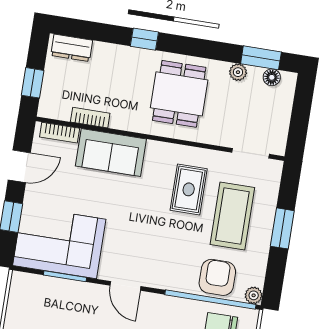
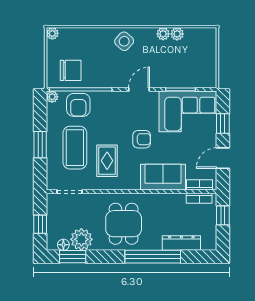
window: (144, 39) -> (153, 257), width x3.17
dresser: (72, 48) -> (181, 243), moved, width x1.44
plant: (238, 72) -> (81, 239), width x1.88, depth x1.88
window: (301, 112) -> (40, 224), added
bookcase: (90, 118) -> (199, 198), moved
armchair: (133, 213) -> (142, 139), added
door: (125, 286) -> (139, 89), hinge flipped

